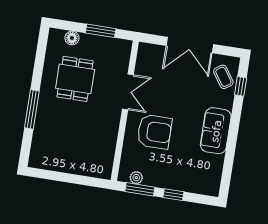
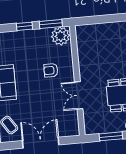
armchair: (154, 132) -> (51, 70), width x0.53, depth x0.53
plant: (136, 178) -> (61, 36), width x1.87, depth x1.87

